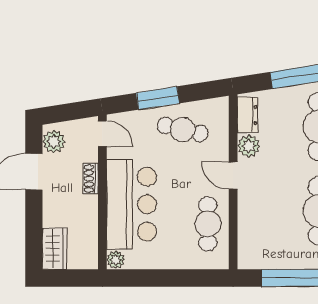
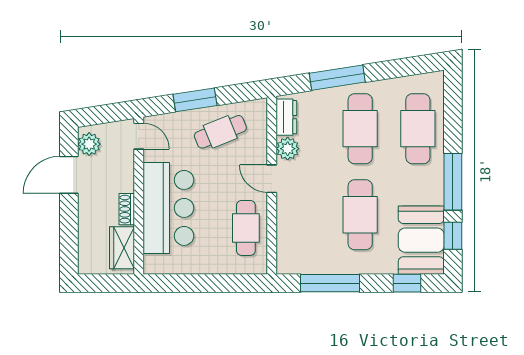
cafe table: (183, 129) -> (220, 132), turned -35
shoe rack: (91, 179) -> (127, 209), moved
wardrobe: (55, 249) -> (122, 248), moved, turned 180
plant: (116, 260) -> (152, 264), removed

